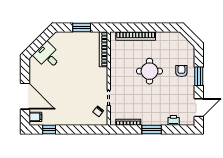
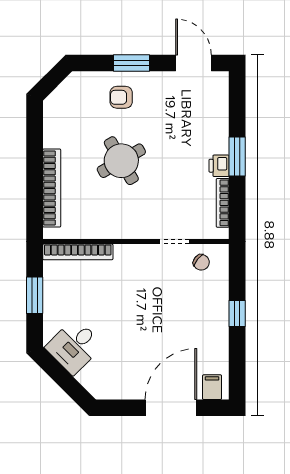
desk: (47, 56) -> (74, 346), moved
round table: (149, 71) -> (121, 161), turned -30
printer: (174, 120) -> (219, 166), moved
window: (49, 130) -> (237, 314), moved

